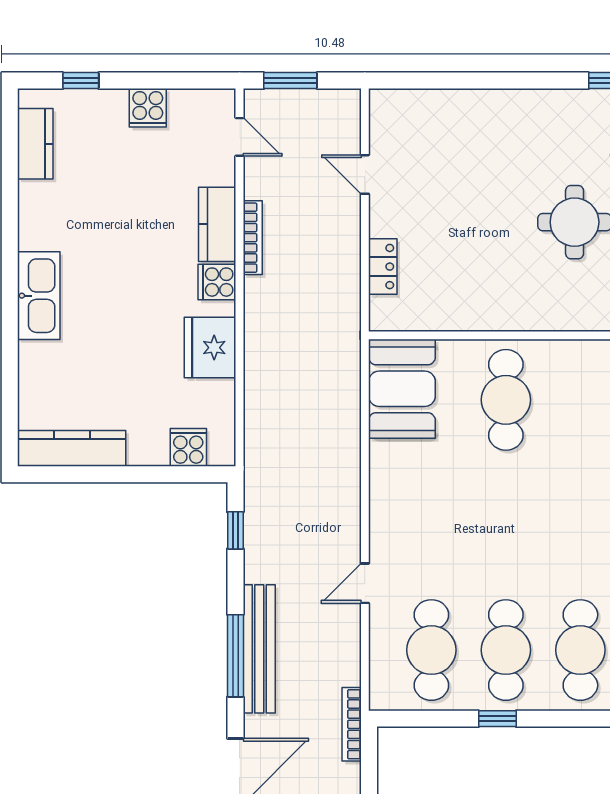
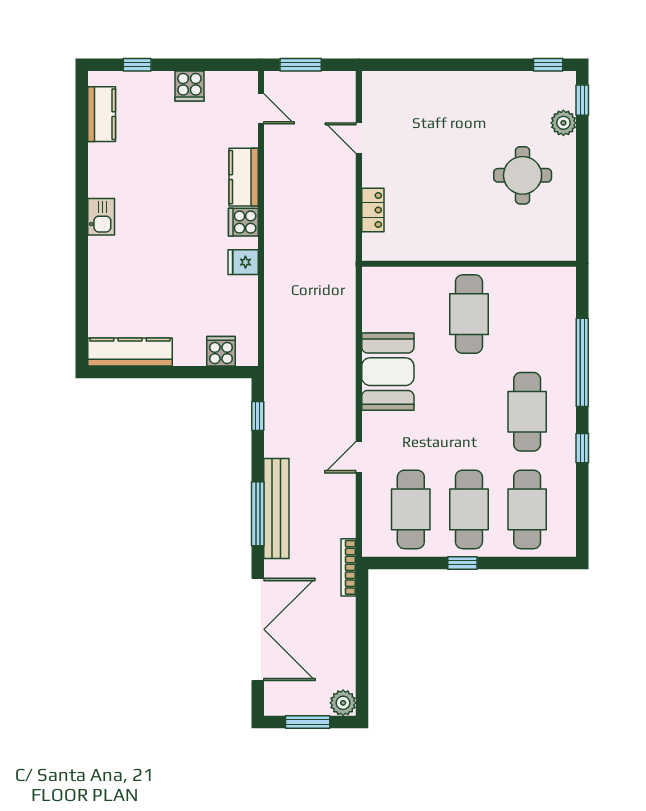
bookcase: (253, 238) -> (271, 187), removed
kitchen sink: (39, 296) -> (101, 217), width x0.53, depth x0.81
fridge: (210, 348) -> (243, 262), width x0.53, depth x0.75
booth: (402, 389) -> (388, 372), moved
cafe table: (580, 525) -> (527, 412), added

